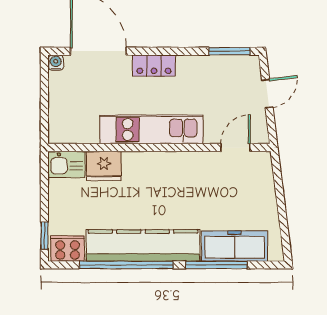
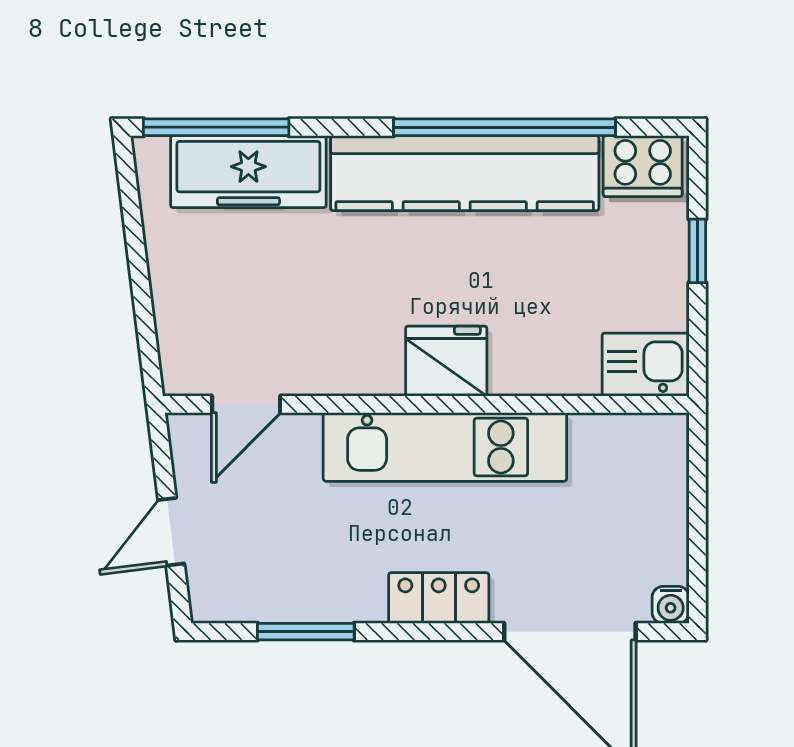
window: (230, 51) -> (306, 632), moved
fridge: (104, 166) -> (446, 361), moved
window: (44, 236) -> (697, 251), moved
window: (216, 265) -> (216, 127), moved

